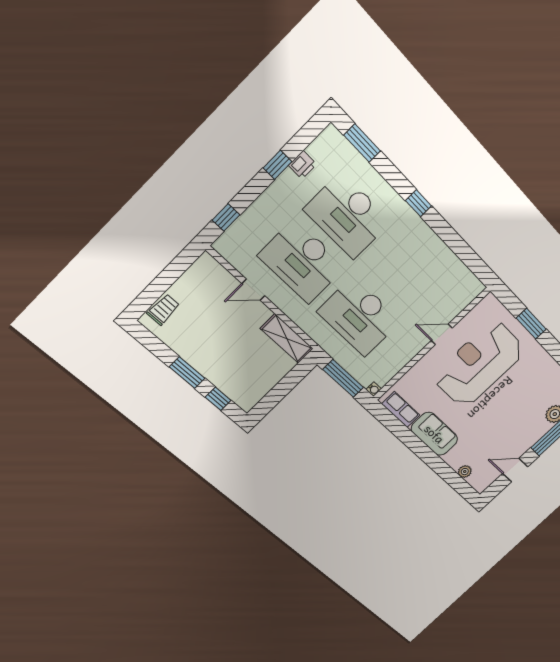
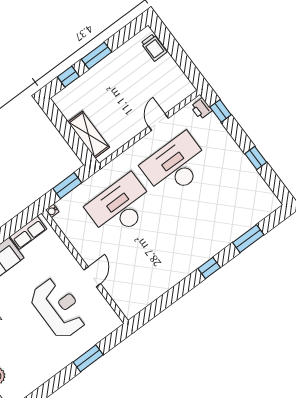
window: (362, 143) -> (248, 239), moved
printer: (302, 165) -> (201, 109), moved
desk: (347, 216) -> (208, 208), removed
shelving: (287, 339) -> (89, 135), moved, turned 90
reception desk: (479, 364) -> (59, 308), width x0.74, depth x0.77
window: (343, 378) -> (67, 186), width x0.69

